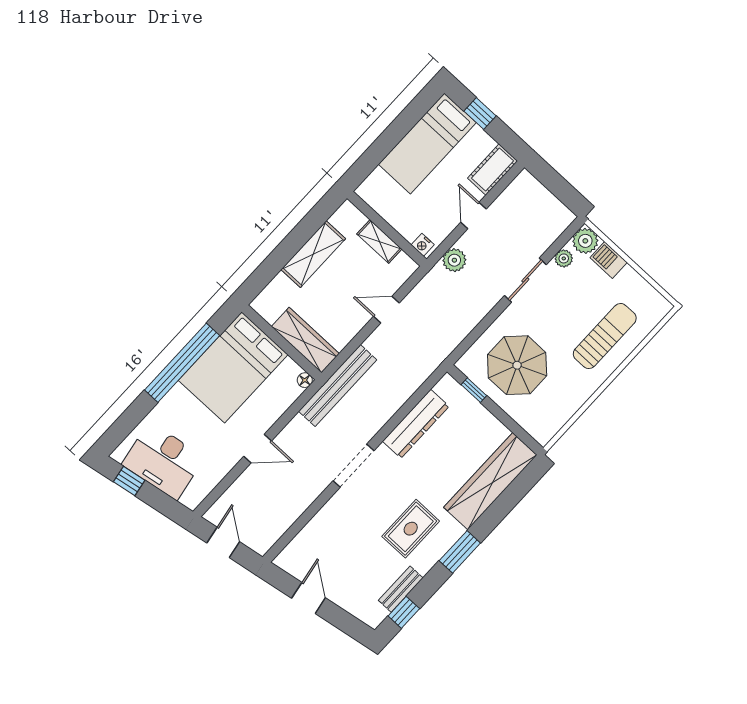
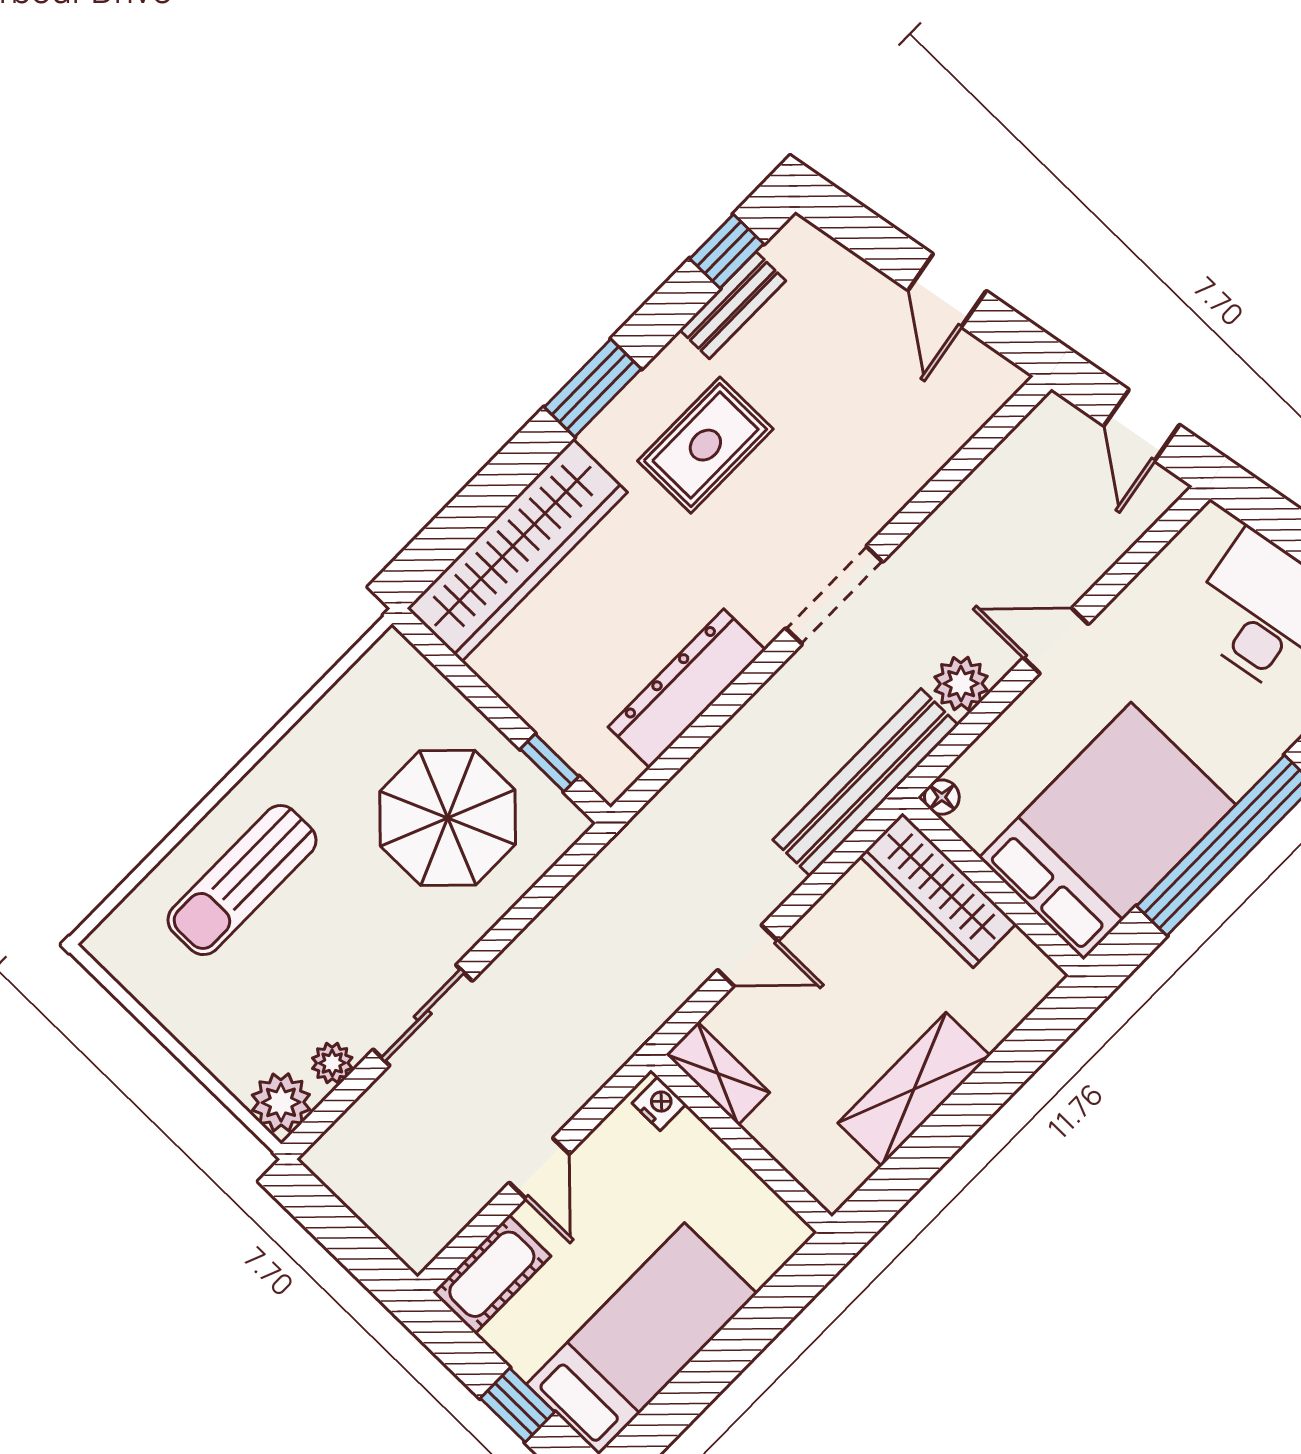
shelving: (379, 241) -> (718, 1073), moved
plant: (454, 260) -> (961, 684), moved
barbecue: (609, 260) -> (228, 1056), removed

